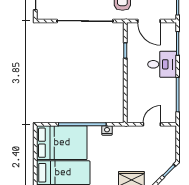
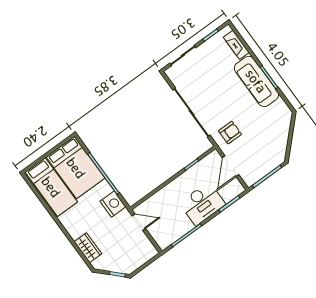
desk: (162, 64) -> (202, 204), width x1.37
door: (152, 124) -> (139, 222), moved
nightstand: (107, 130) -> (113, 204), width x1.89, depth x1.79

